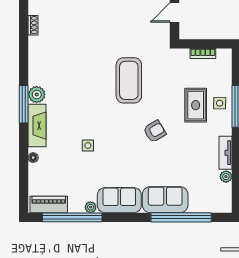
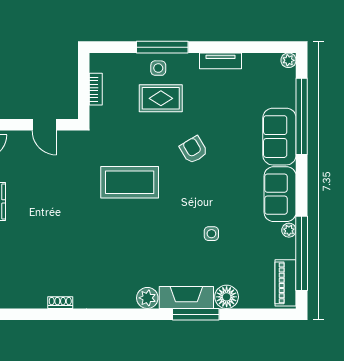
window: (24, 104) -> (196, 314), moved
floor lamp: (33, 158) -> (227, 297), width x1.89, depth x1.89
plant: (226, 177) -> (289, 60), moved

